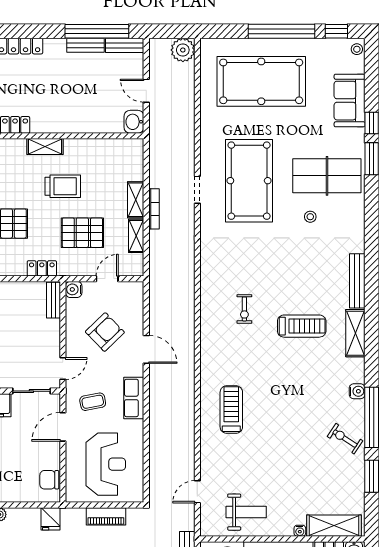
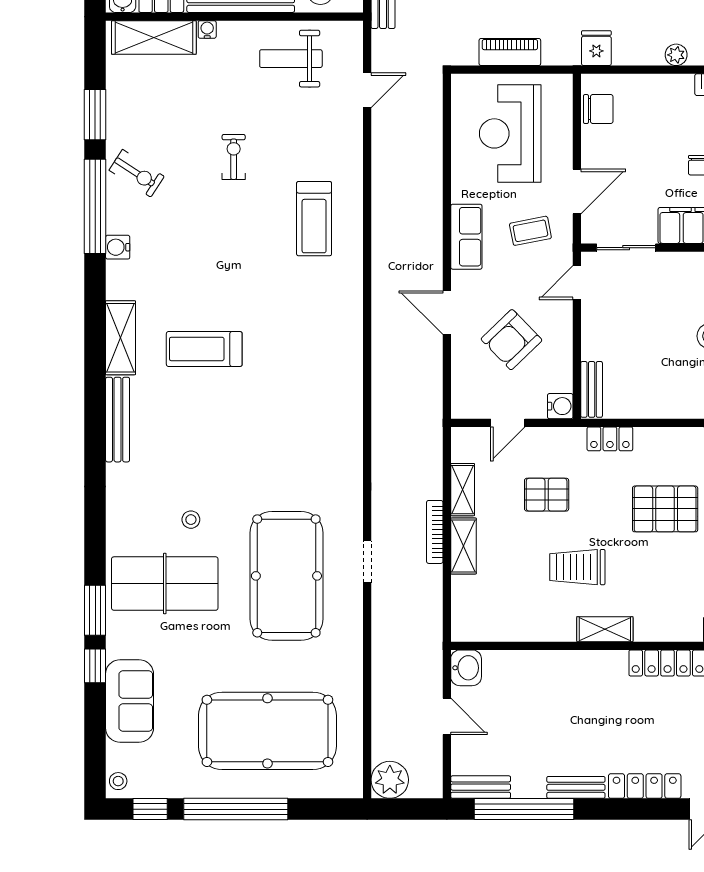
bench: (86, 45) -> (576, 787), moved
pallet: (82, 233) -> (547, 495), width x0.67, depth x0.71
exercise bike: (244, 309) -> (234, 157), moved

